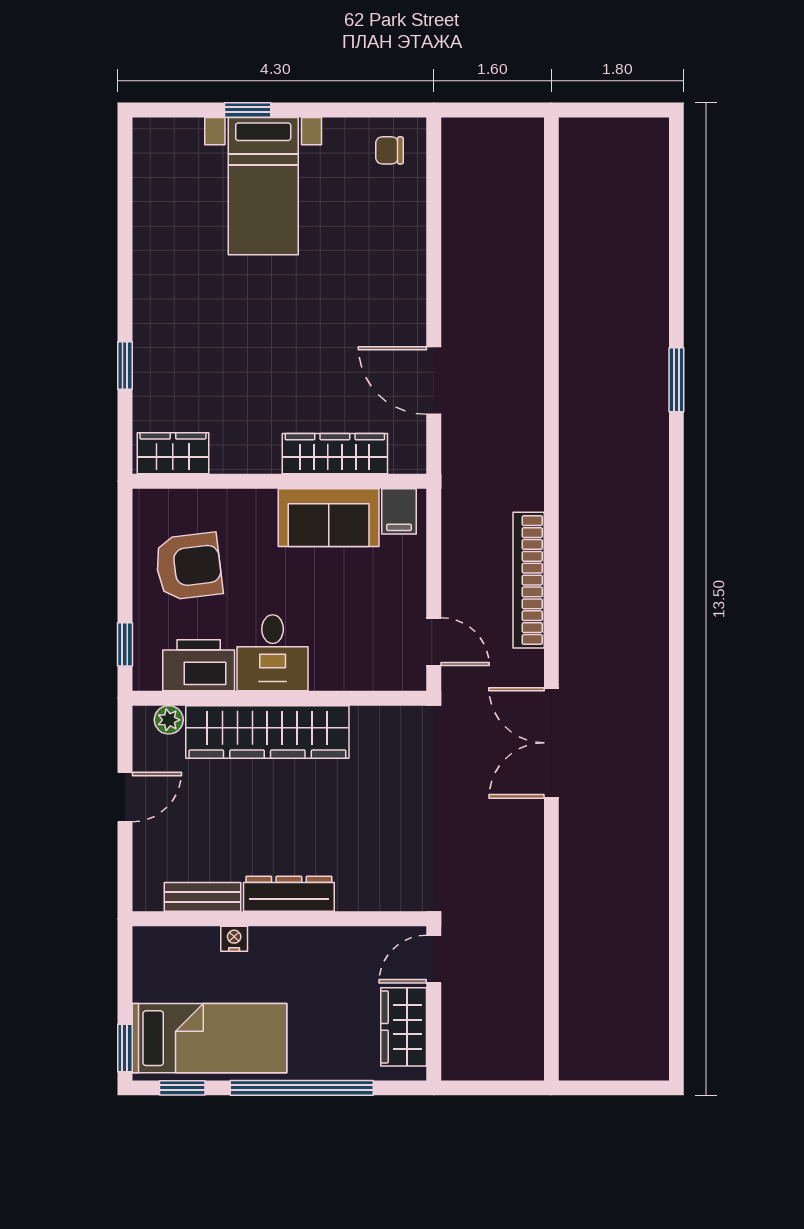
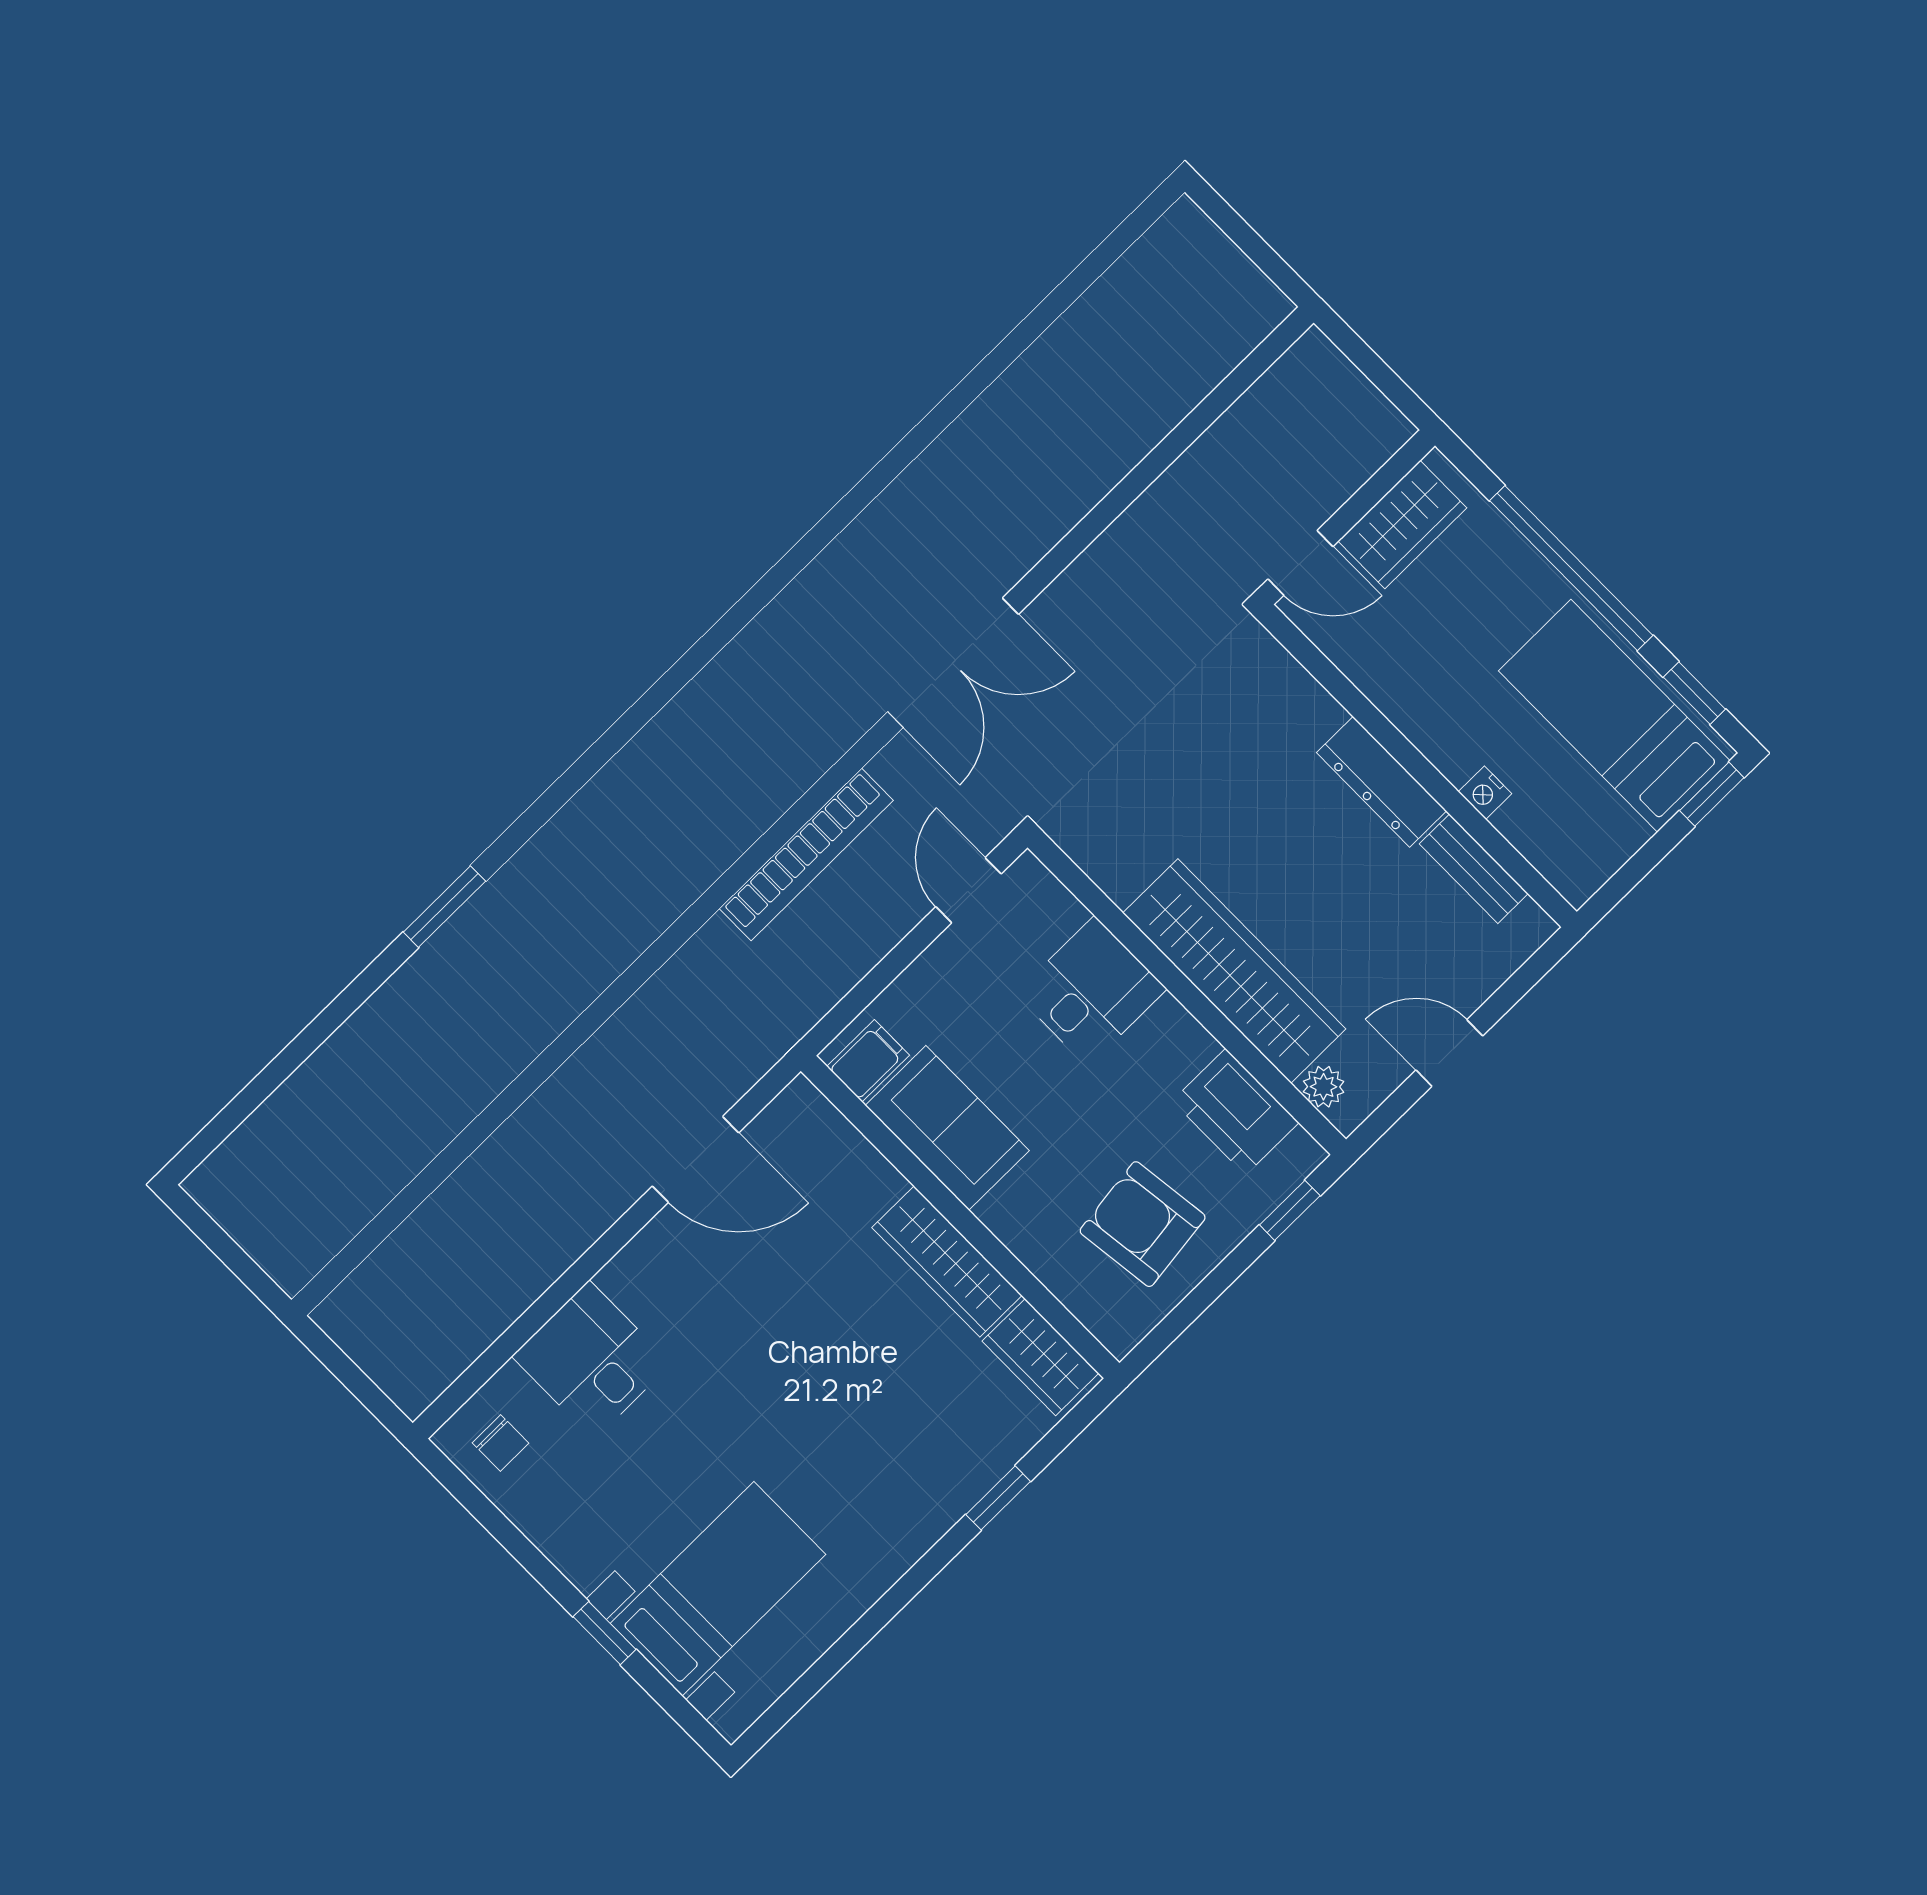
bed with nightstands: (263, 186) -> (718, 1589), moved
desk: (386, 234) -> (592, 1360), added
door: (434, 381) -> (695, 1159), hinge flipped
wardrobe: (335, 454) -> (947, 1262), moved
desk: (273, 653) -> (1091, 991), moved

